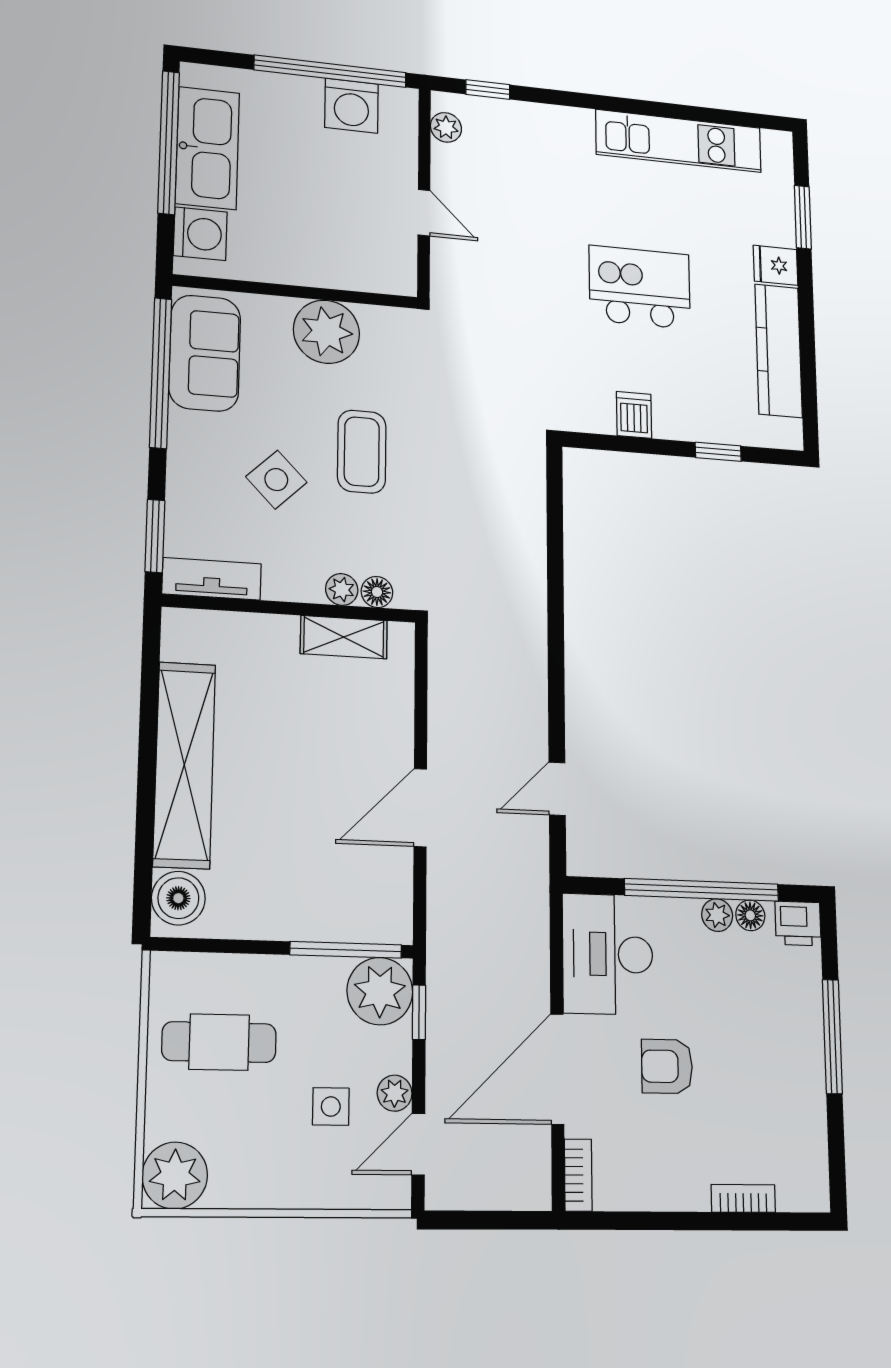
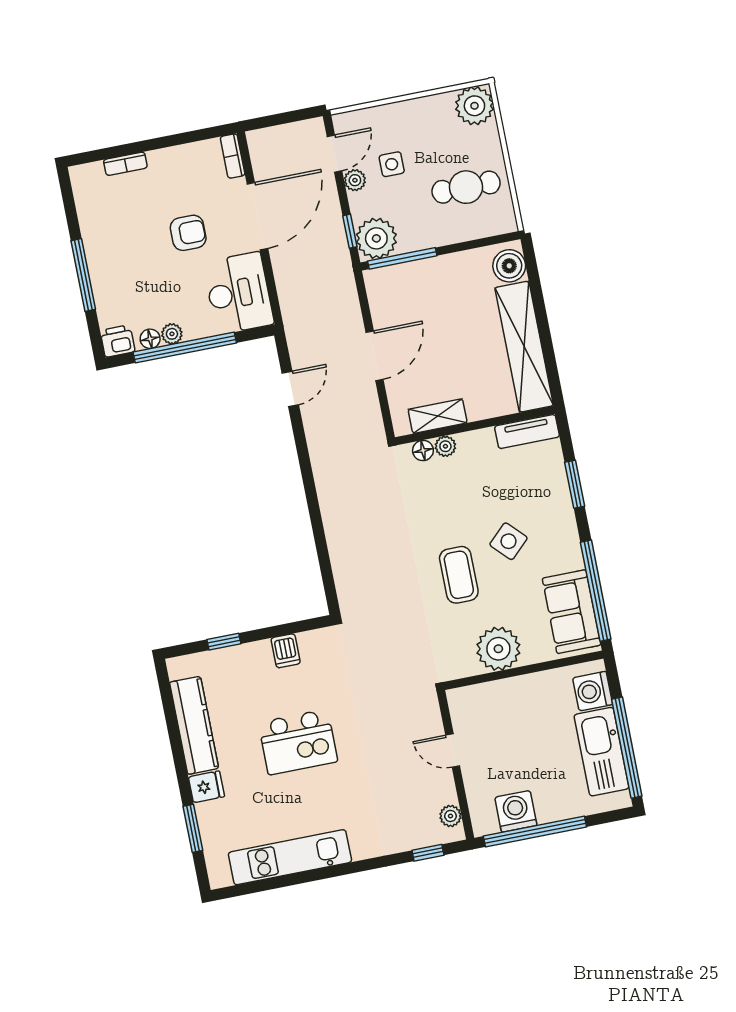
tv unit: (212, 579) -> (527, 432), moved
plant: (342, 589) -> (445, 446), moved
floor lamp: (377, 592) -> (423, 451), moved
wall: (290, 608) -> (475, 426), moved
shelving: (344, 637) -> (438, 416), moved

